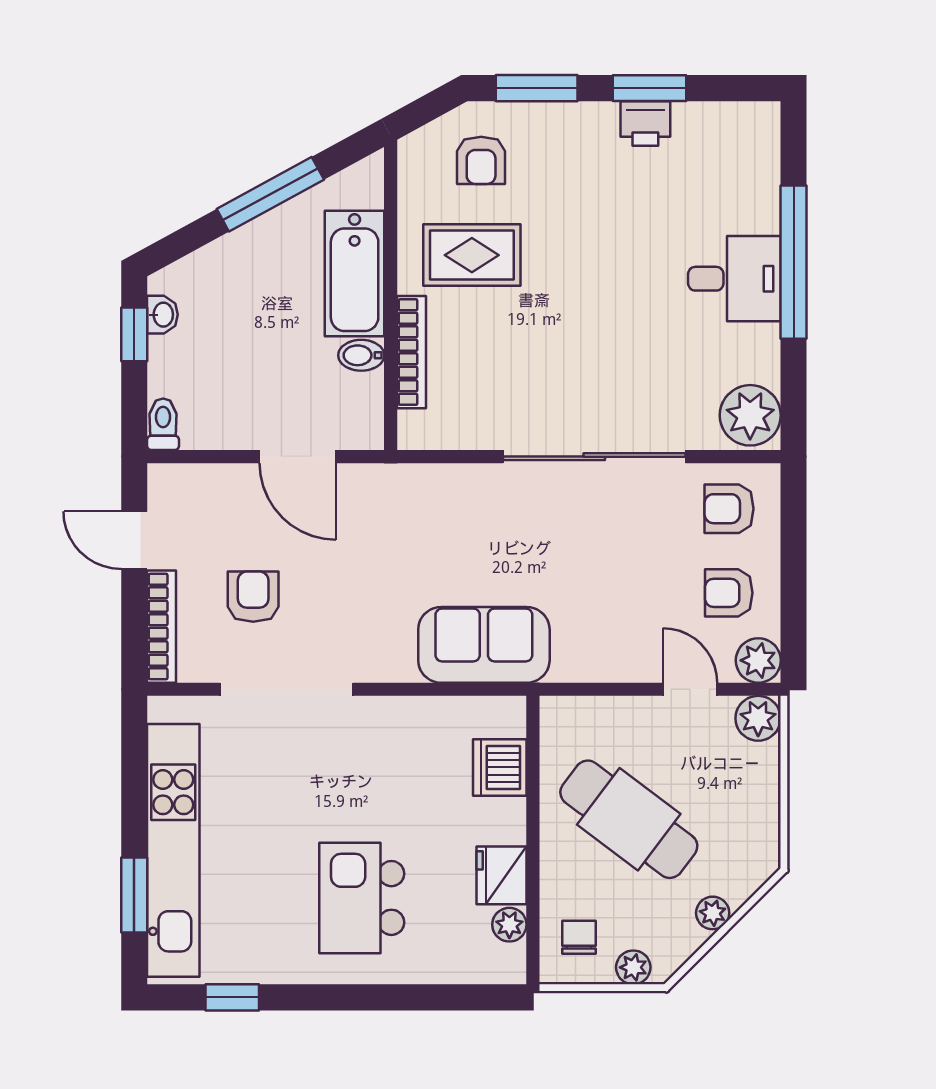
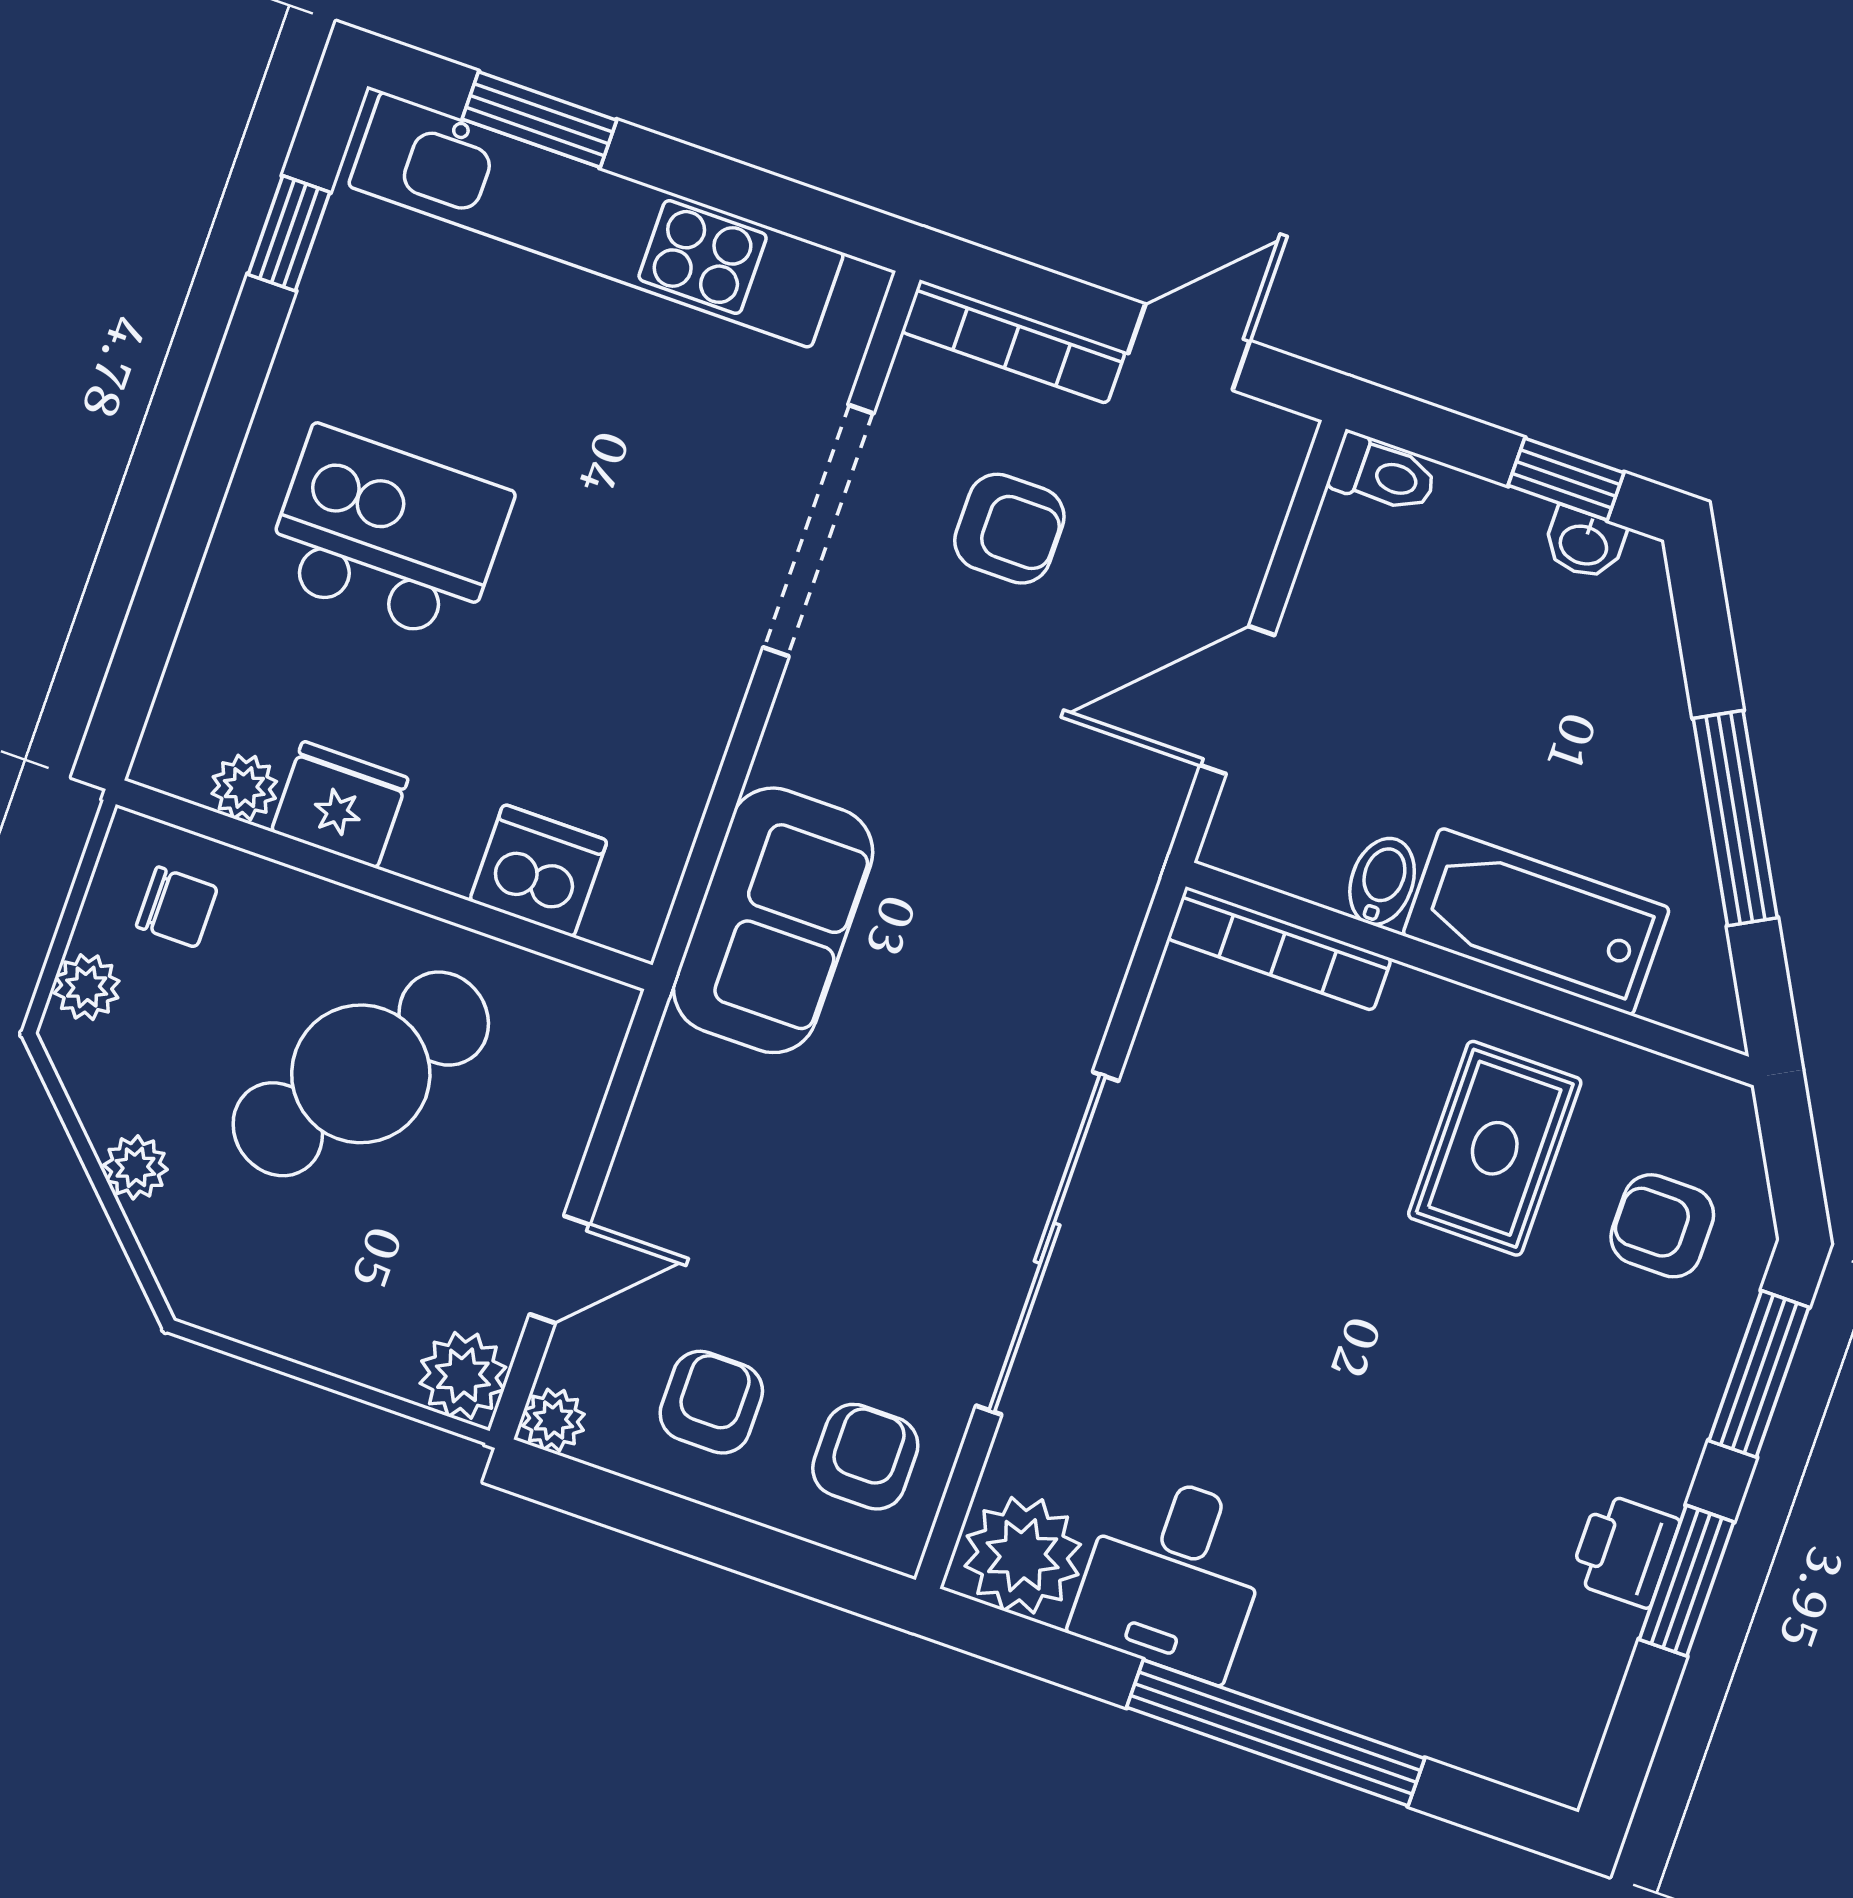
desk: (734, 279) -> (1173, 1575), moved
bookcase: (411, 352) -> (1279, 949), moved
plant: (758, 660) -> (554, 1420), width x0.73, depth x0.73

